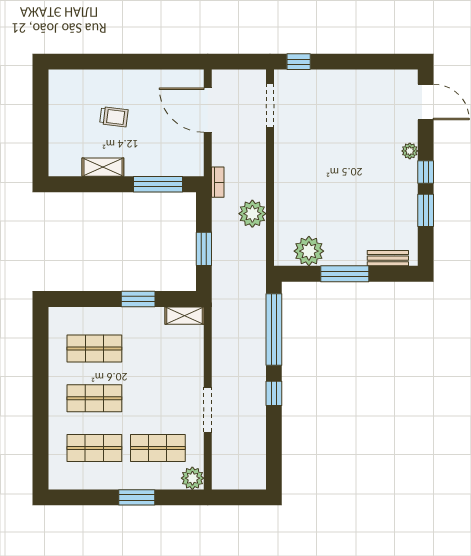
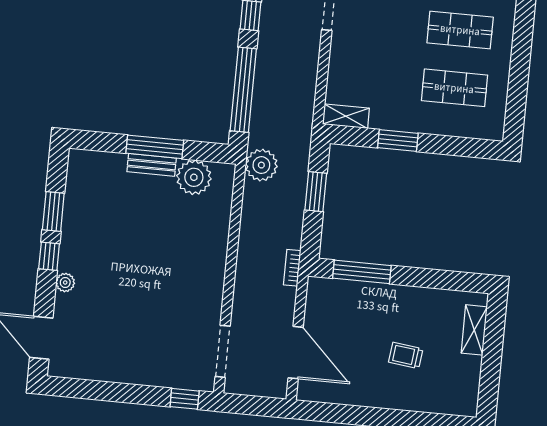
shelving: (103, 167) -> (474, 330), moved, turned 90
plant: (252, 214) -> (261, 165), moved
bench: (388, 258) -> (152, 165), moved

